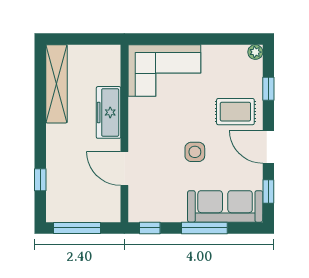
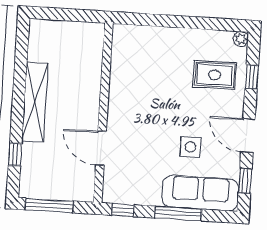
corner sofa: (164, 70) -> (148, 52), removed
shelving: (56, 84) -> (35, 102), moved
freezer: (109, 112) -> (88, 91), removed
rug: (235, 112) -> (214, 75), moved
side table: (195, 152) -> (190, 147), moved

